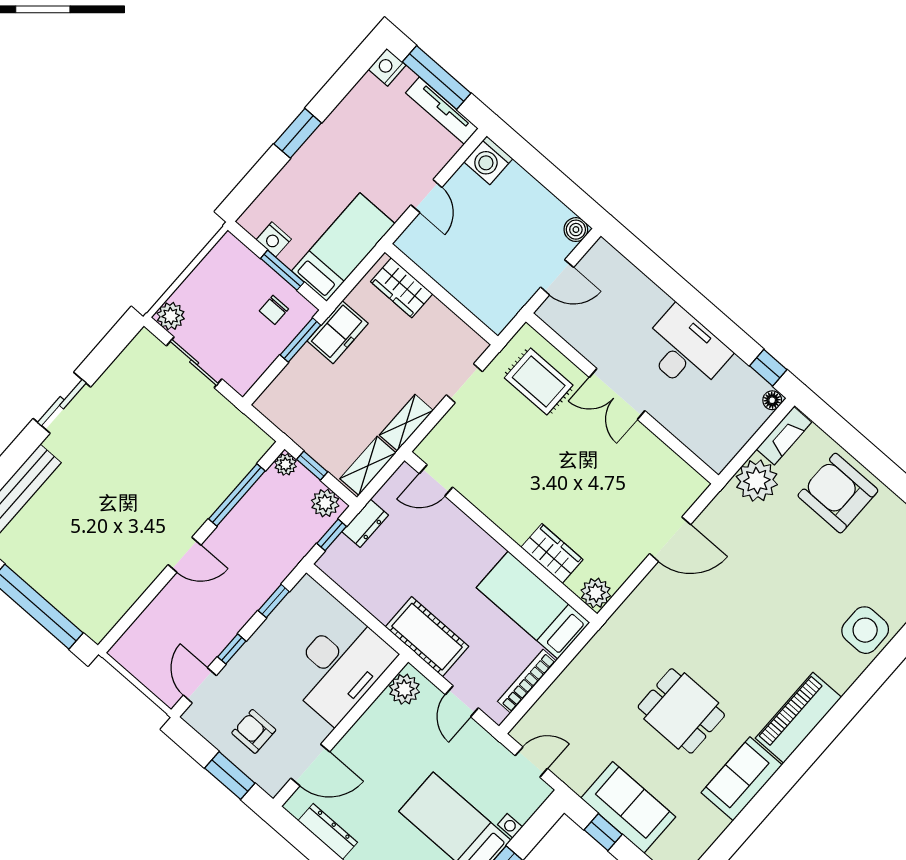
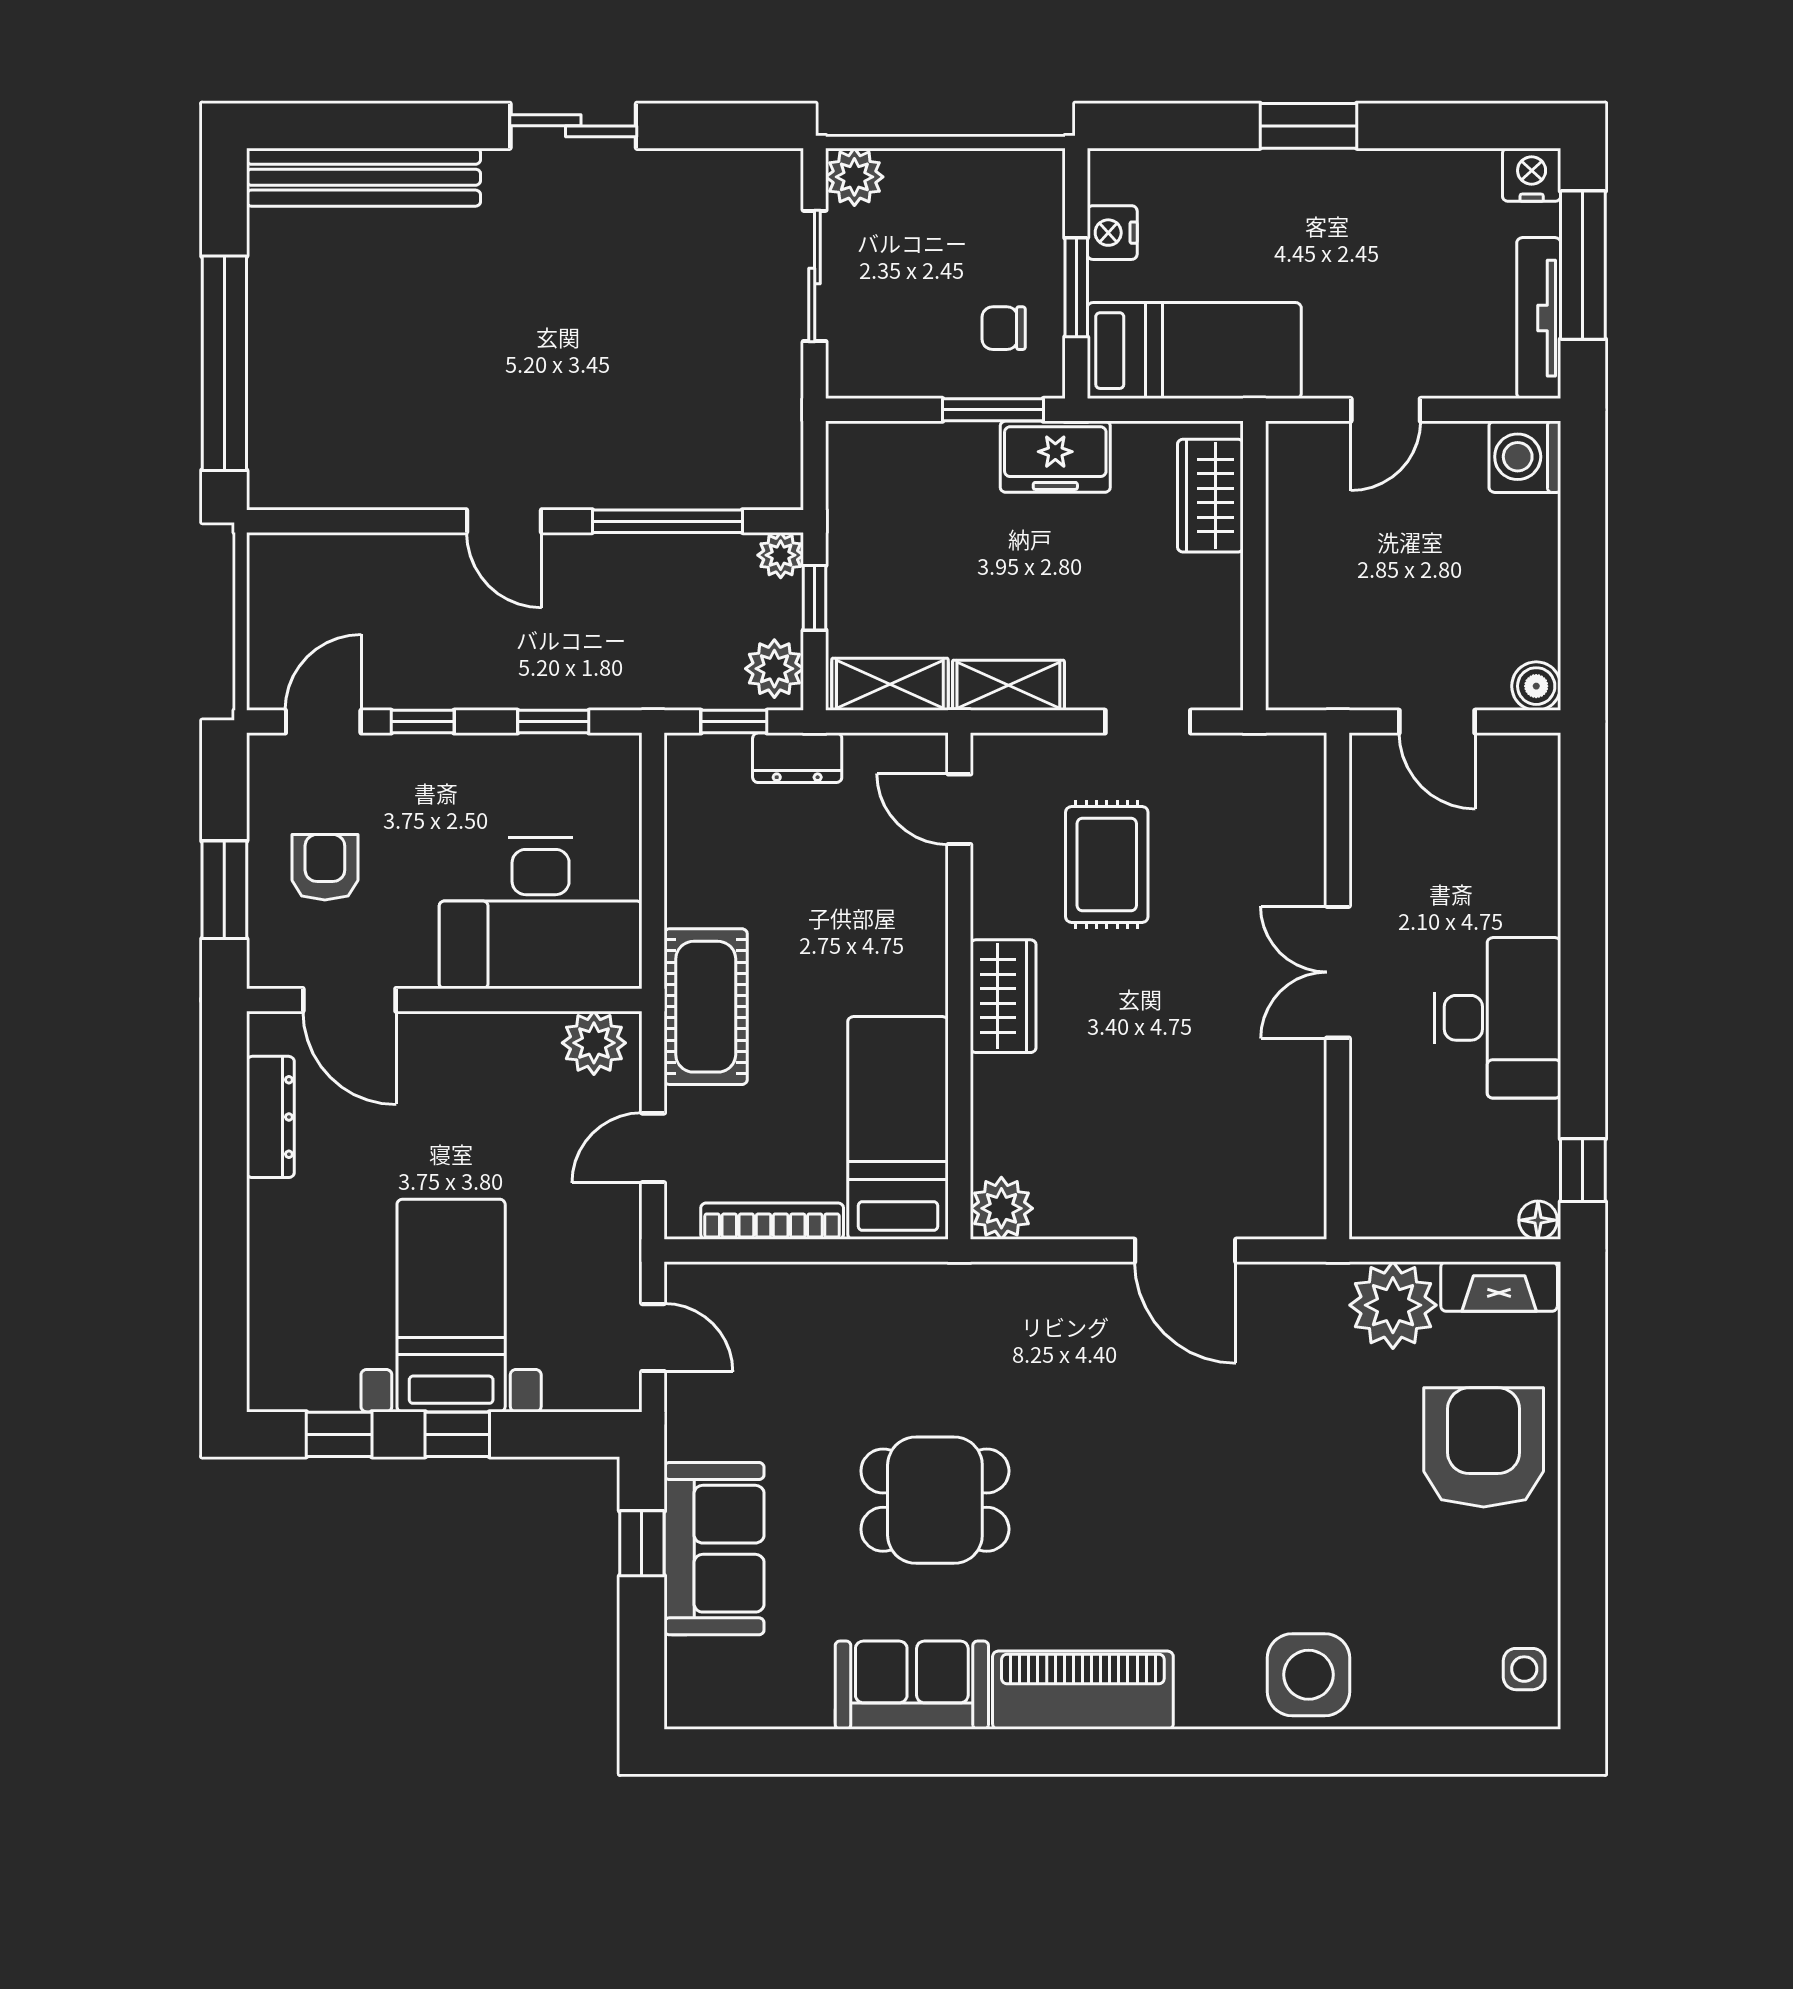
rug: (539, 381) -> (1107, 865), moved
wardrobe: (552, 554) -> (1003, 996), moved
dining table: (681, 711) -> (935, 1500), turned 90

